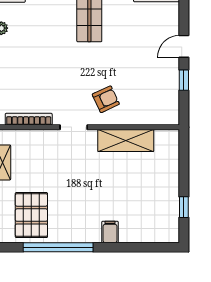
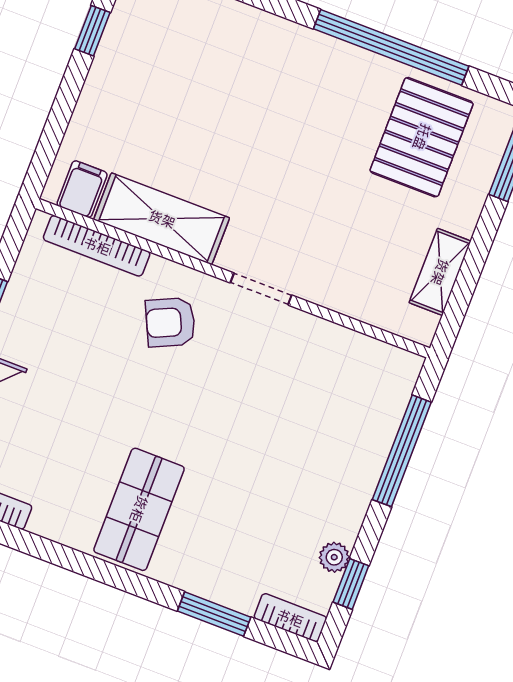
bookcase: (29, 119) -> (97, 246), moved
filing cabinet: (110, 232) -> (82, 189), moved, turned 180

